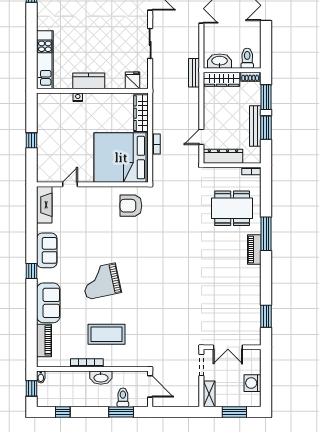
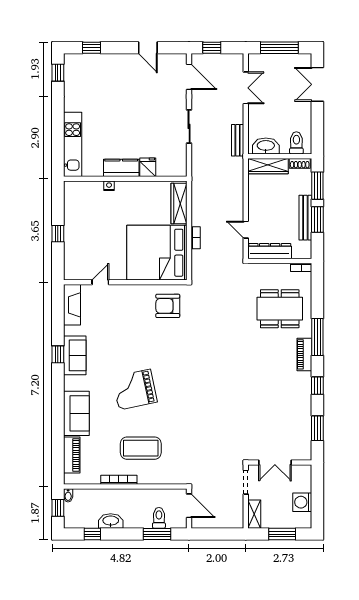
bench: (194, 73) -> (238, 140), moved
fridge: (133, 80) -> (148, 167), moved
door: (201, 137) -> (246, 230), hinge flipped
window: (32, 271) -> (58, 354), moved
window: (266, 278) -> (317, 386), added
washbasin: (101, 378) -> (111, 521), moved, turned 180

